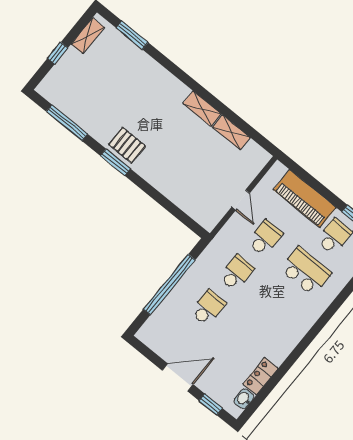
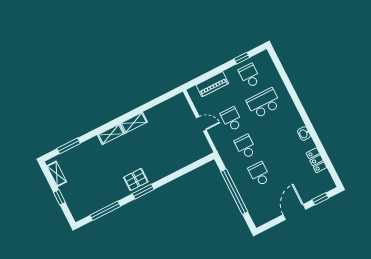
shelving: (231, 132) -> (111, 134), moved
piano: (305, 199) -> (212, 84), width x0.73, depth x0.75
washbasin: (244, 399) -> (304, 133), moved

